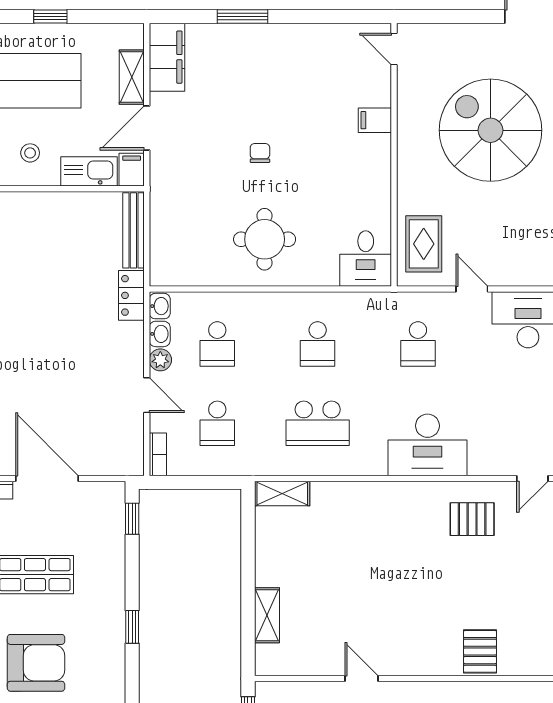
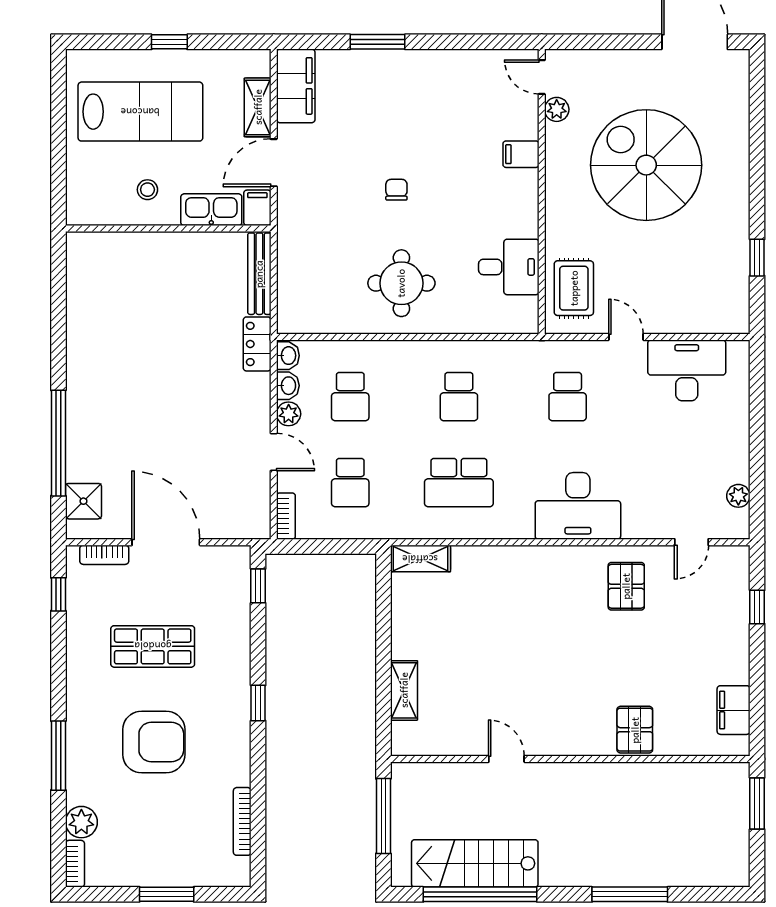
plant: (408, 79) -> (557, 109), added
desk: (366, 258) -> (509, 267), moved, turned -90
pallet: (472, 519) -> (626, 586), turned 90

